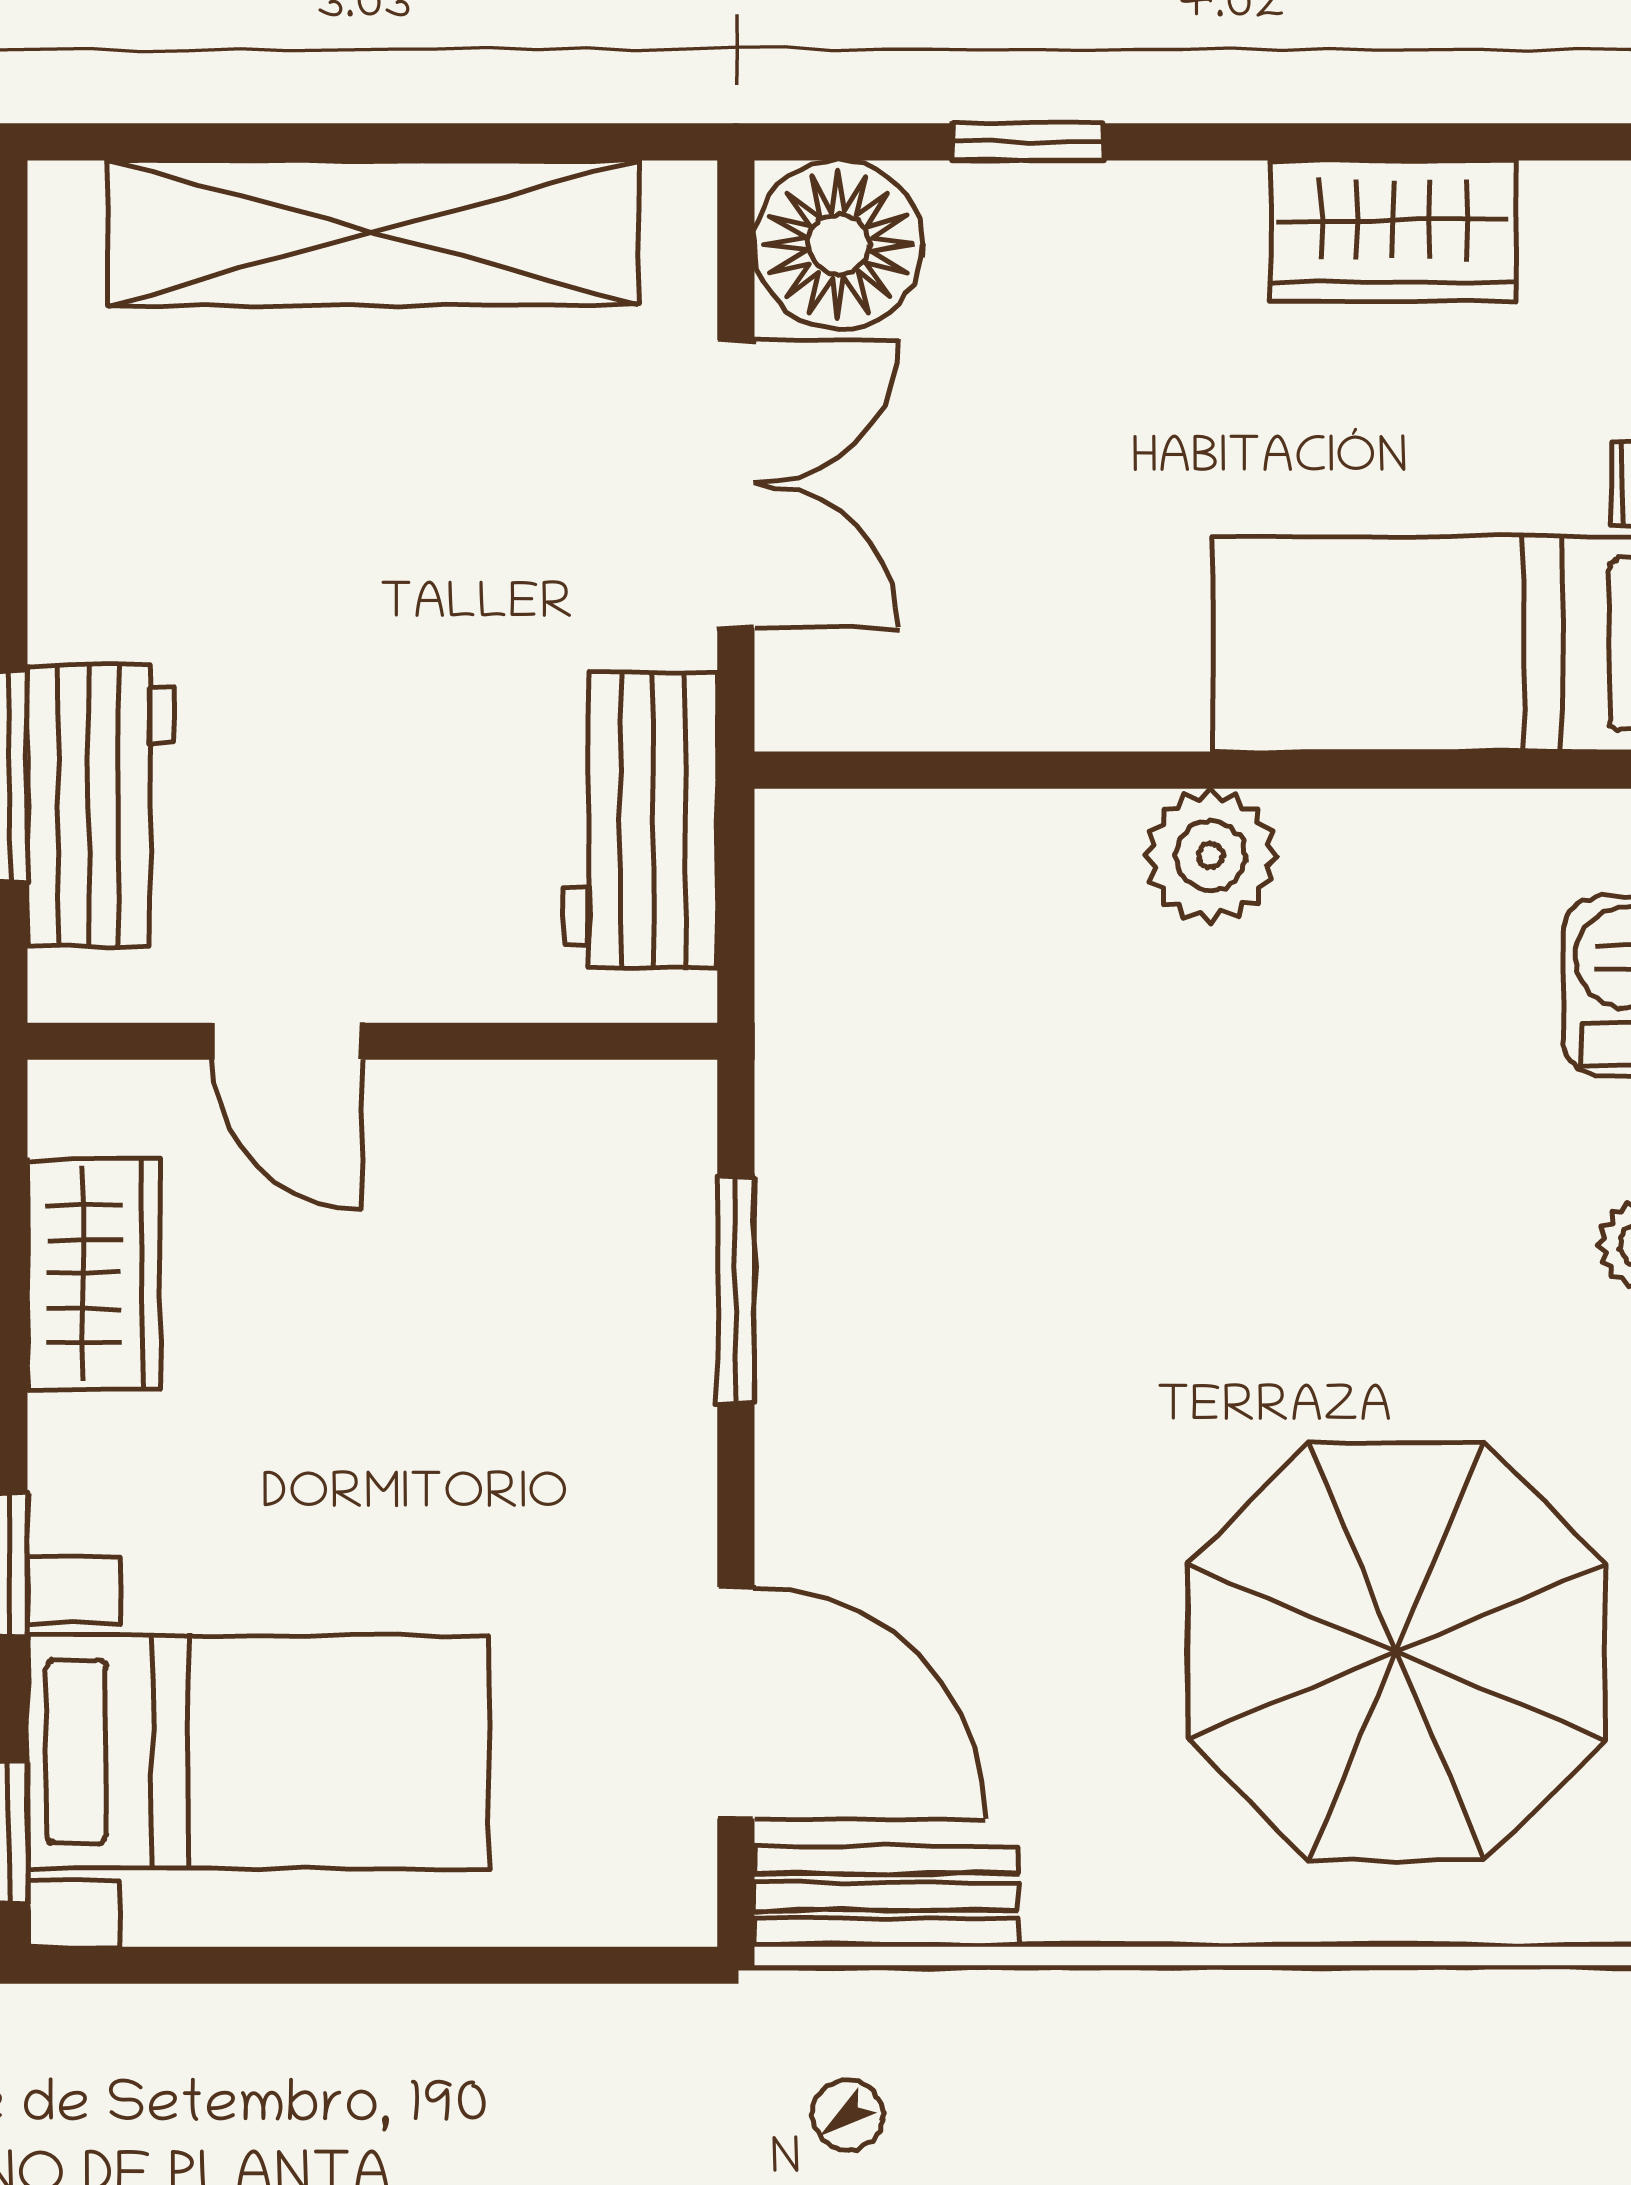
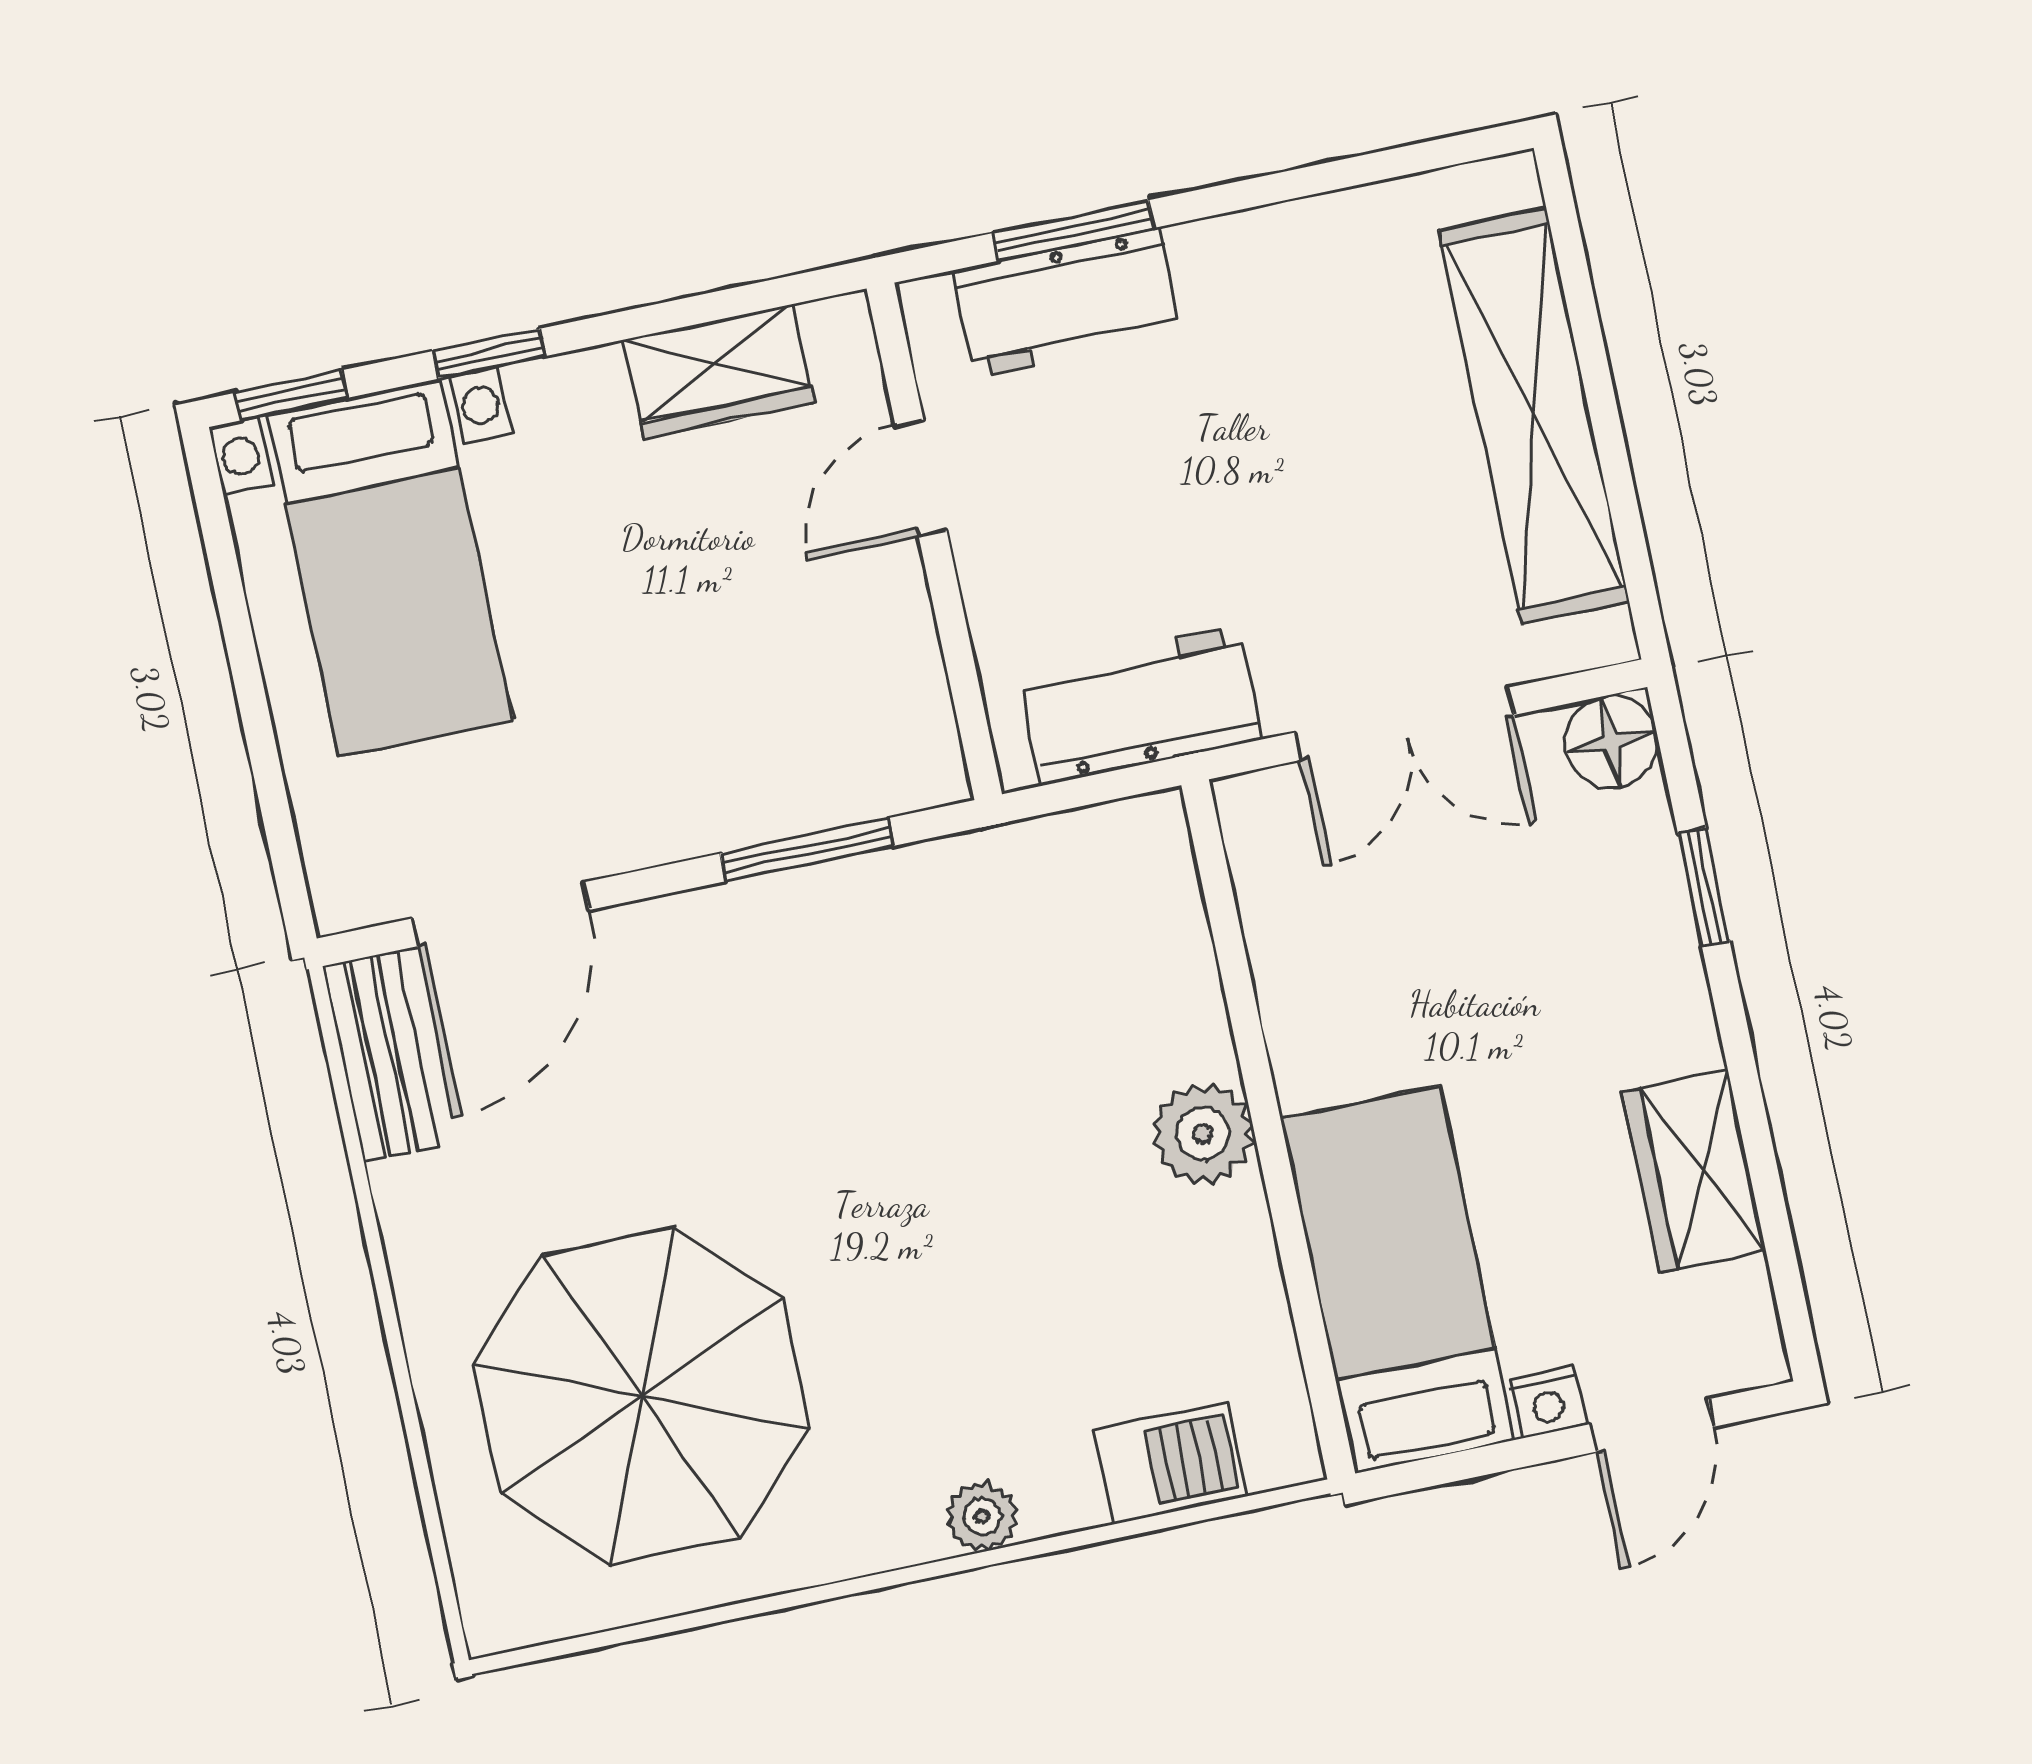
floor lamp: (838, 244) -> (1611, 742), width x0.73, depth x0.73

